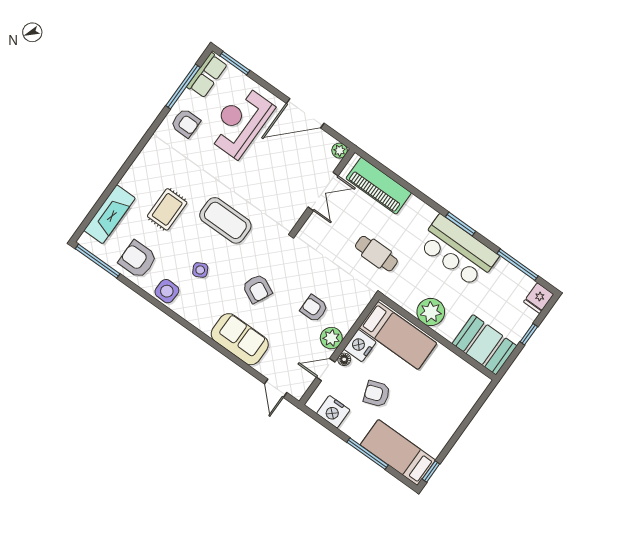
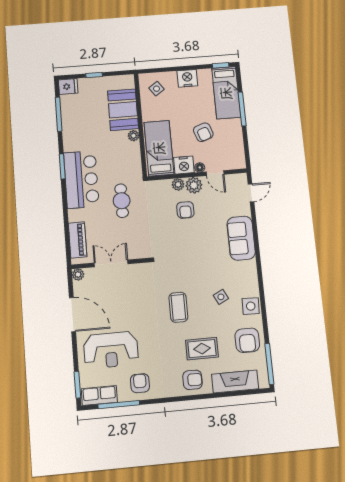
piano: (379, 186) -> (78, 240), width x0.73, depth x0.75
coffee table: (225, 220) -> (178, 307), width x0.73, depth x0.76
bar counter: (458, 251) -> (81, 179), moved
armchair: (257, 289) -> (192, 380), moved, turned 64
plant: (431, 312) -> (134, 136), width x0.53, depth x0.53
plant: (345, 323) -> (178, 184), added
booth: (484, 345) -> (123, 110), moved
side table: (461, 385) -> (157, 89), added
nightstand: (333, 412) -> (187, 78), moved, turned -90

